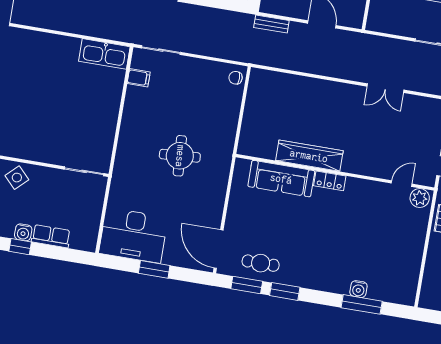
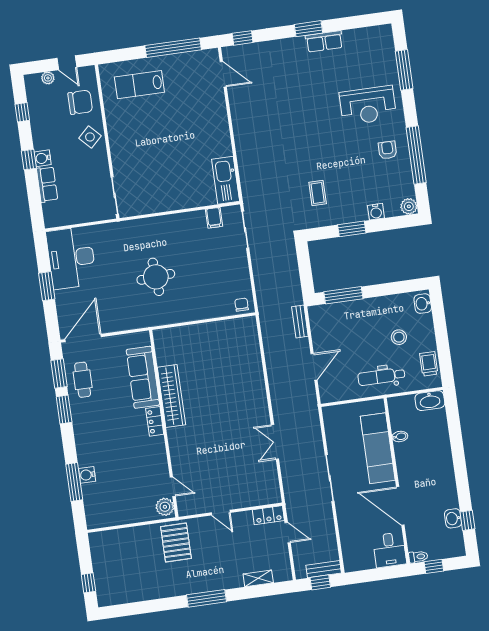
wardrobe: (309, 156) -> (171, 396), moved
wall: (335, 172) -> (164, 424), moved
sofa: (281, 179) -> (143, 377), moved
locker: (330, 181) -> (155, 421), moved
door: (402, 184) -> (173, 487), moved
plant: (420, 198) -> (165, 507), moved

